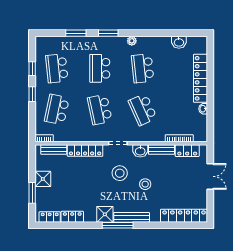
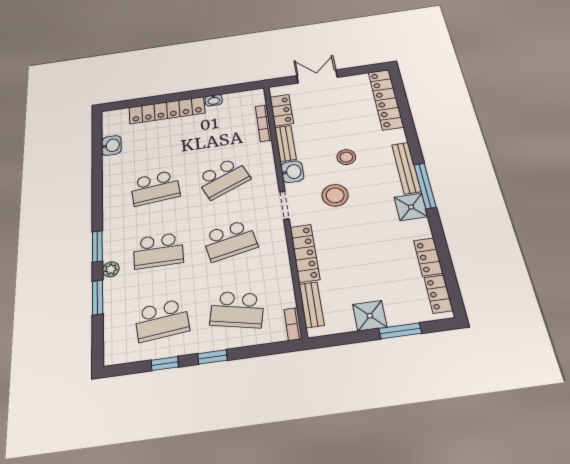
plant: (132, 41) -> (111, 269), moved

